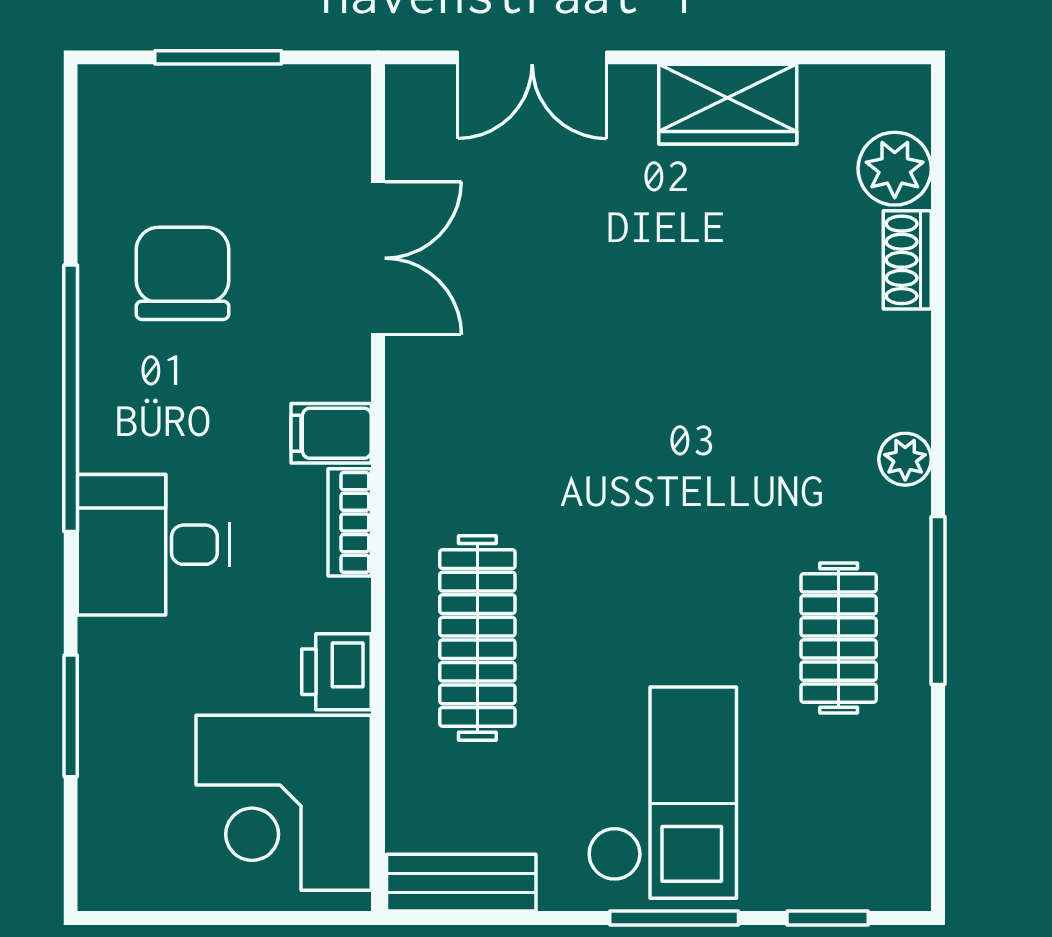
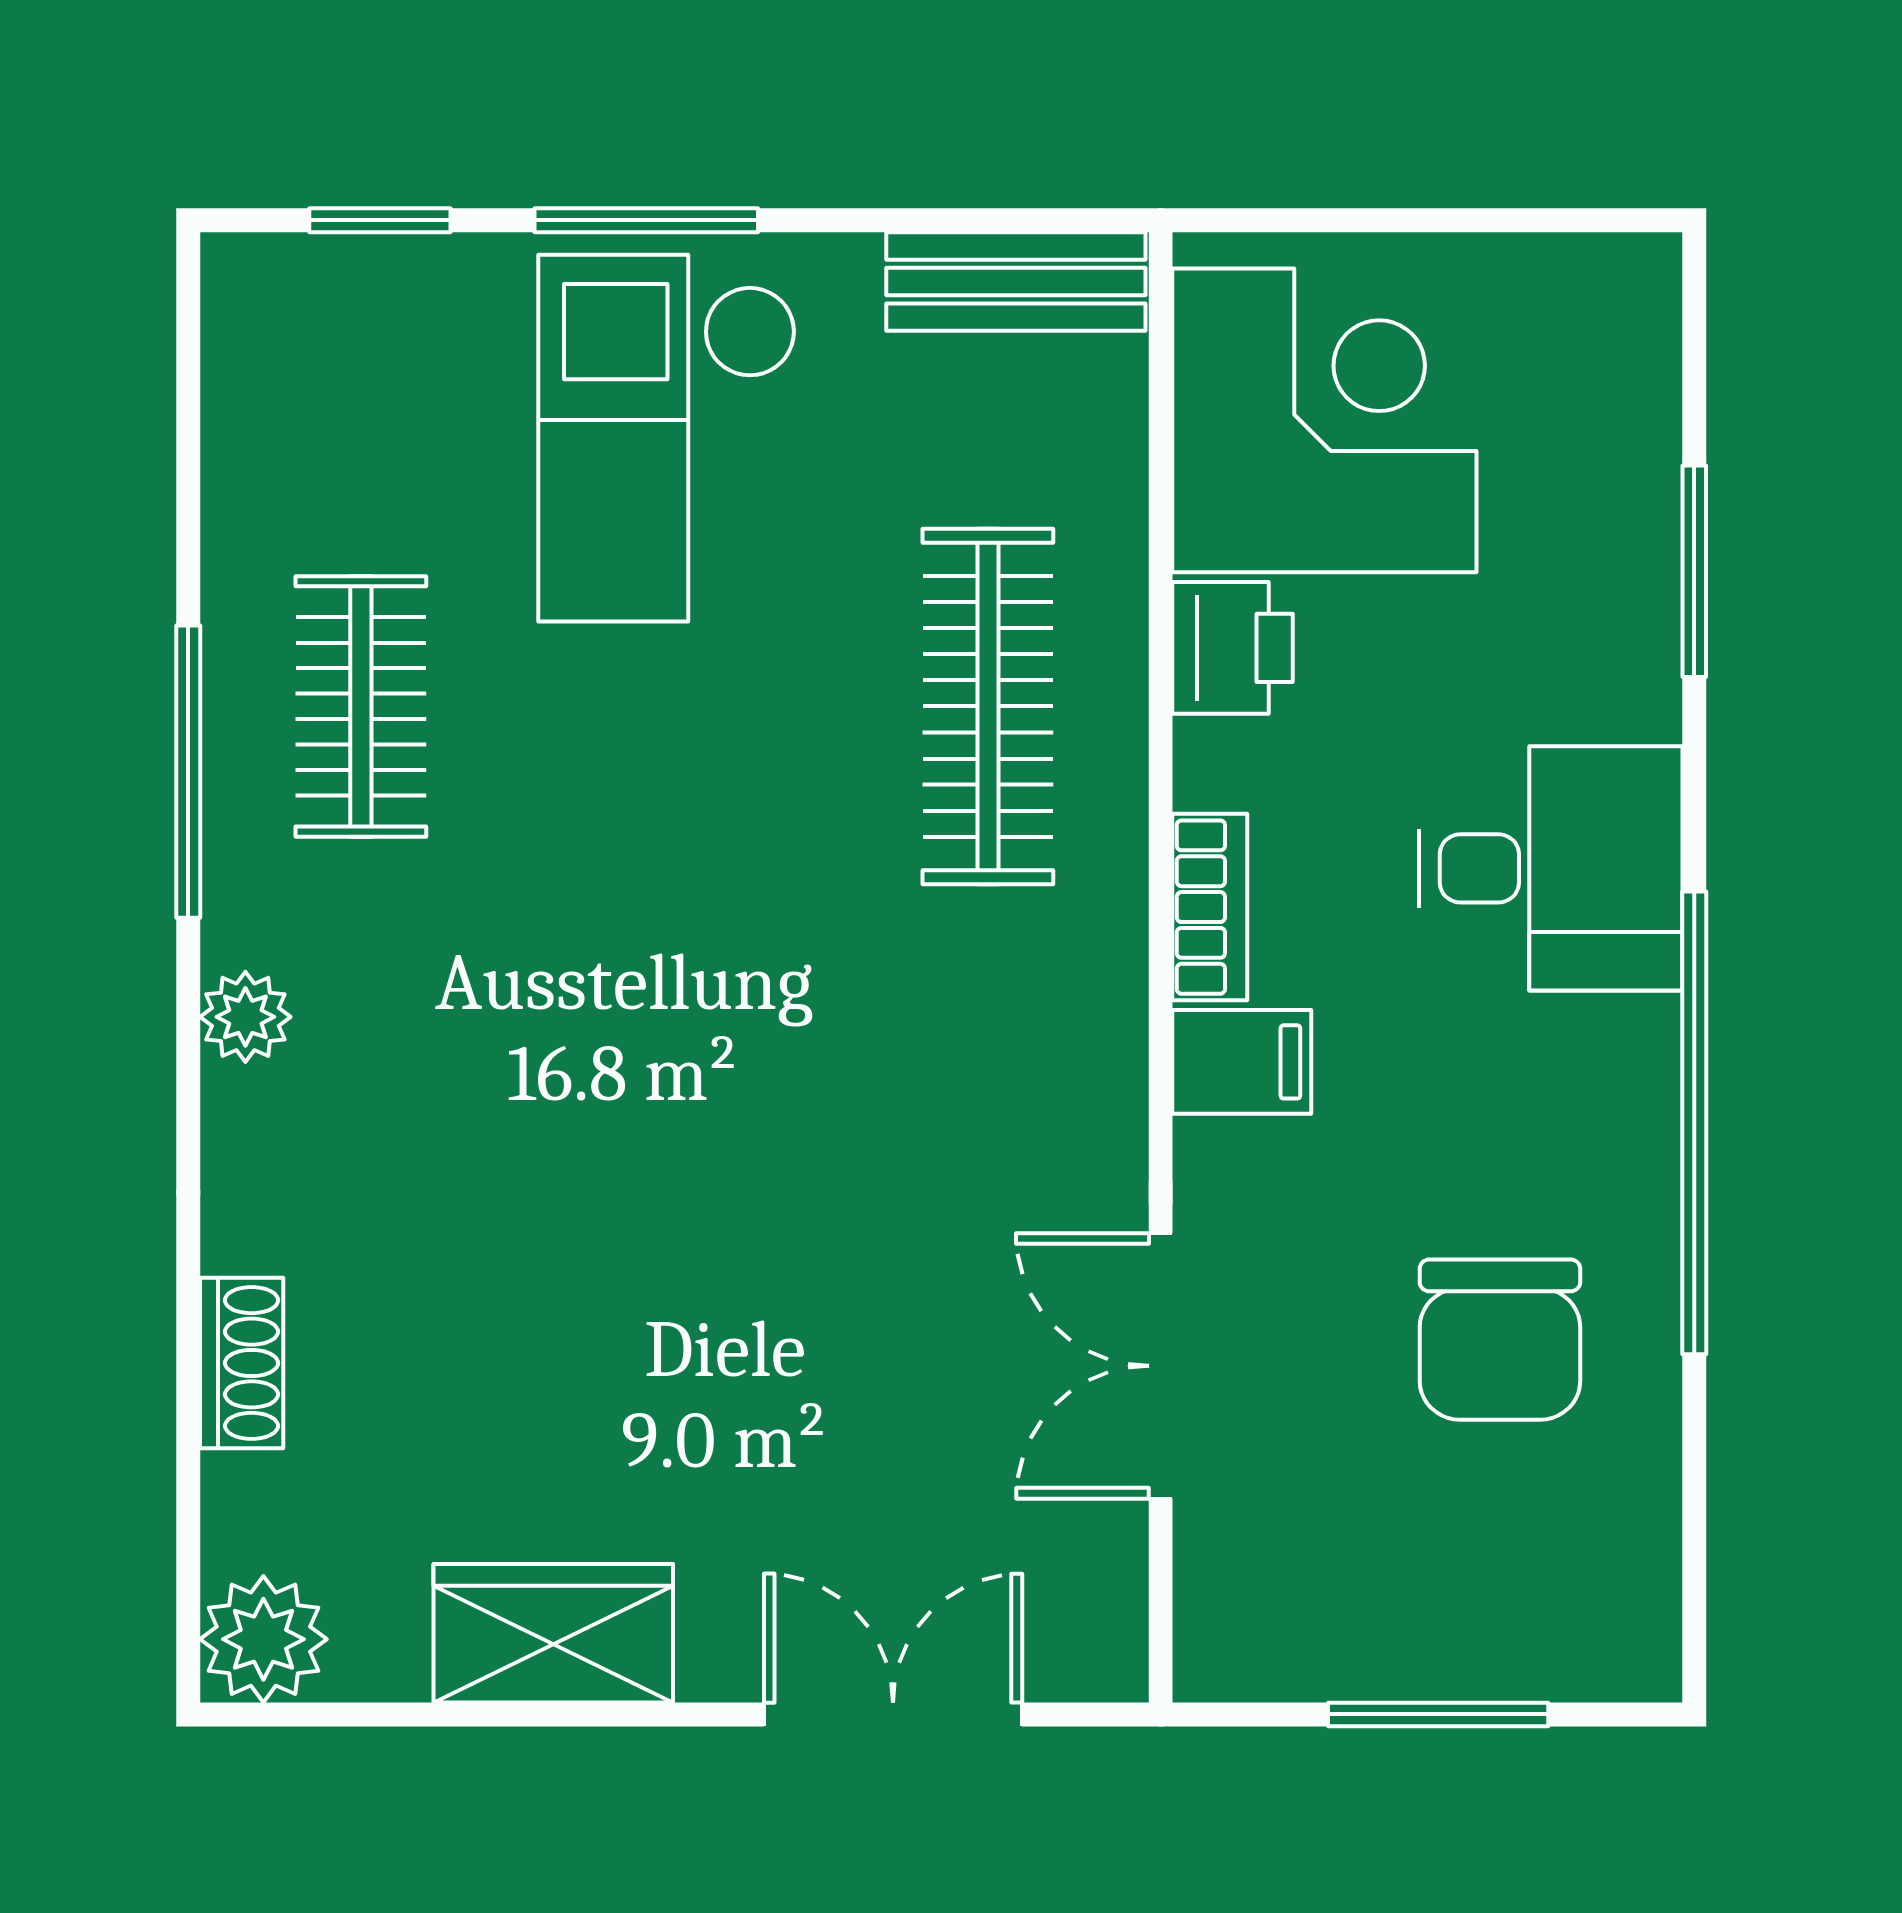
plant: (895, 169) -> (263, 1639), moved

